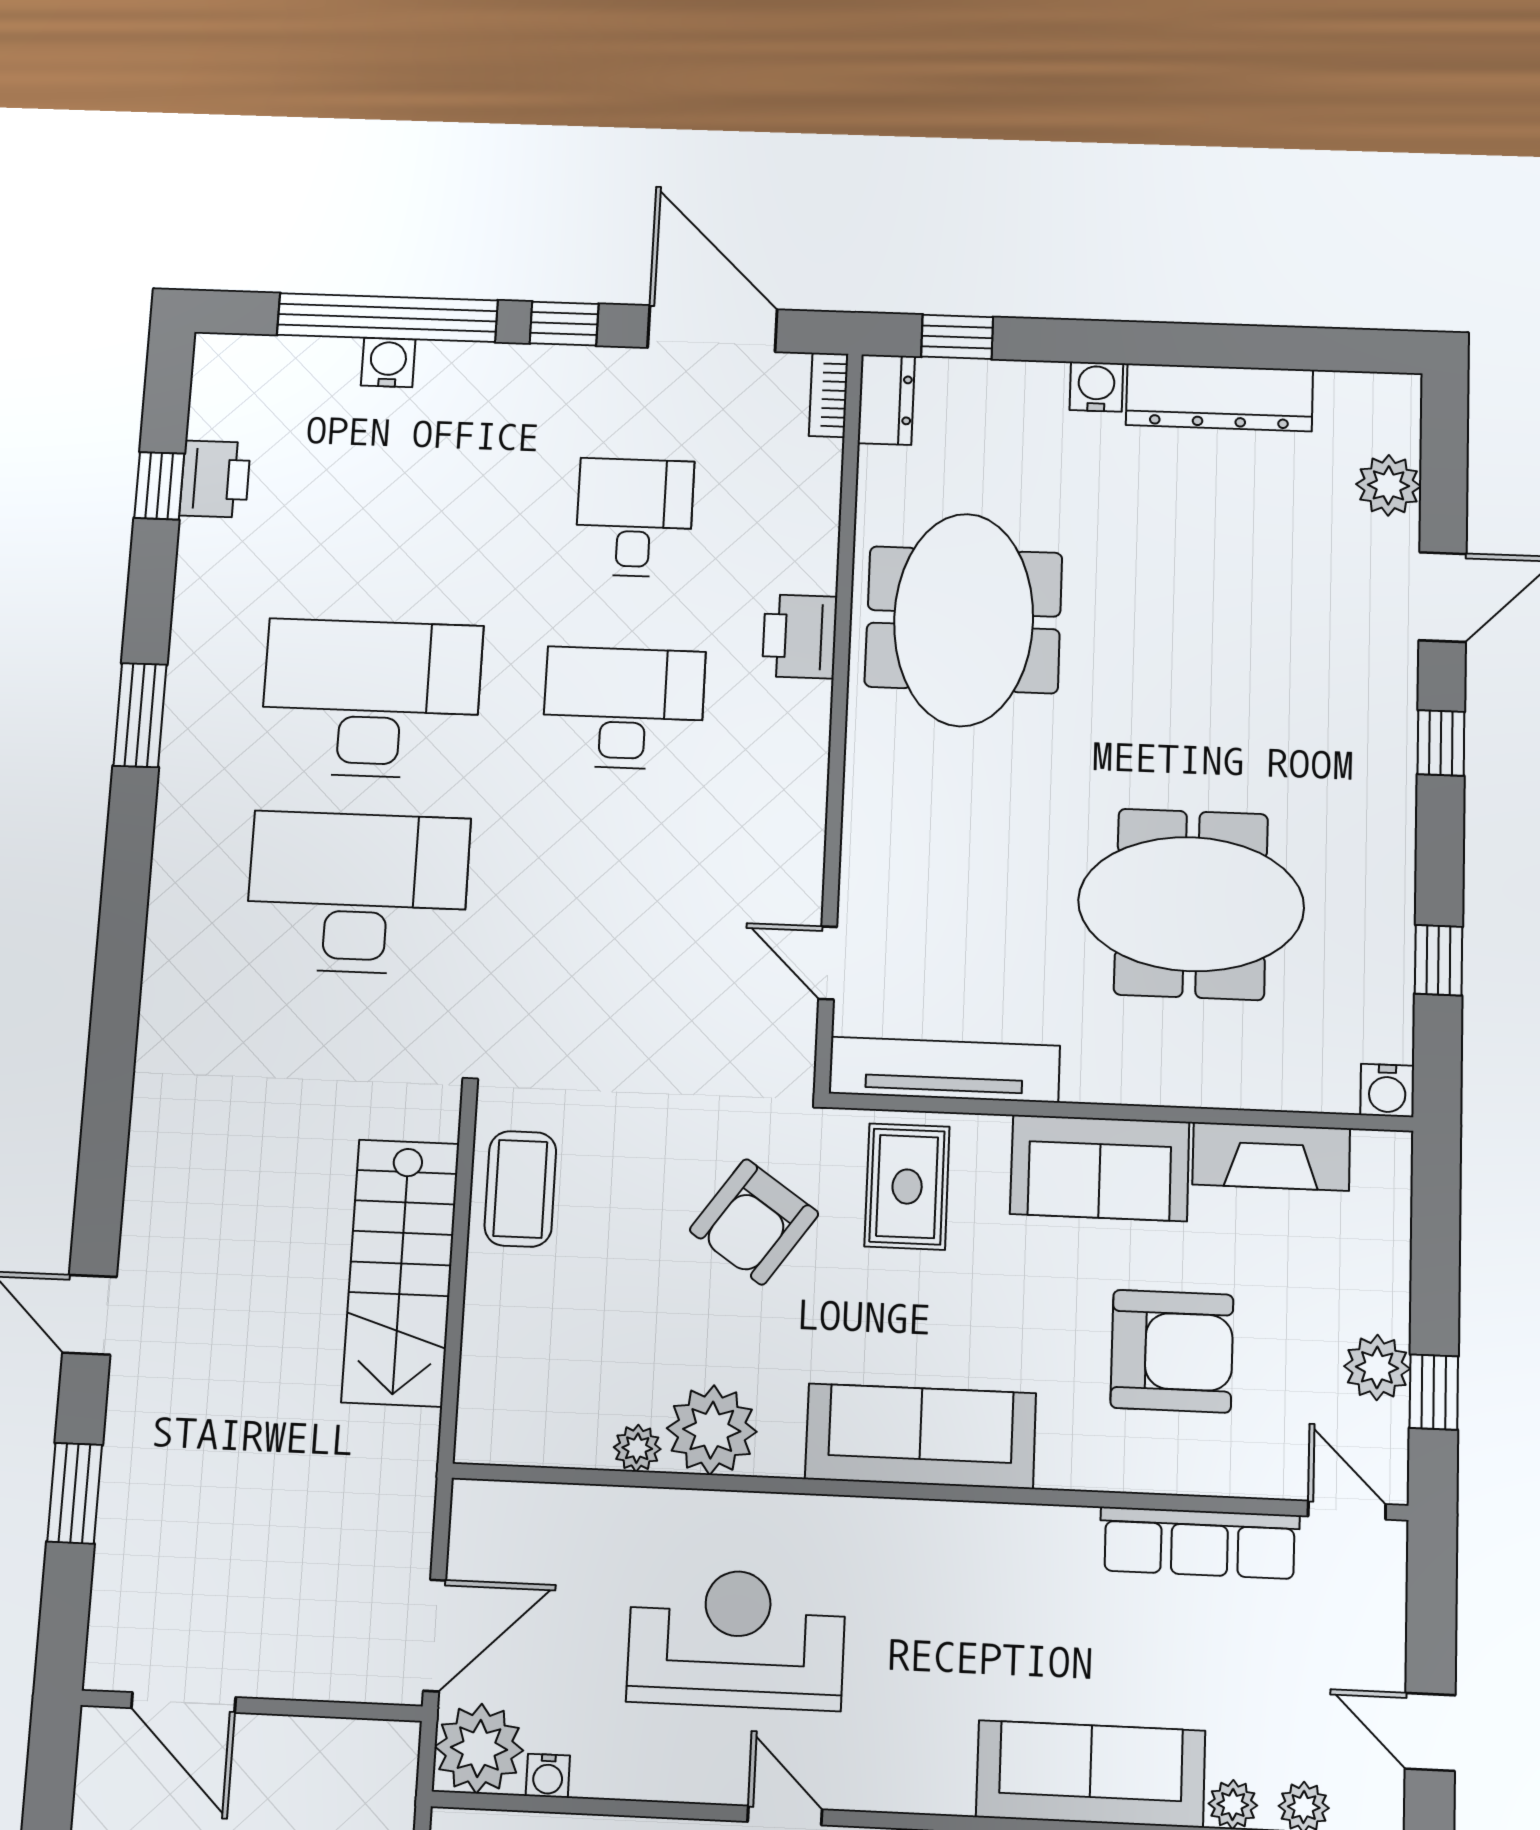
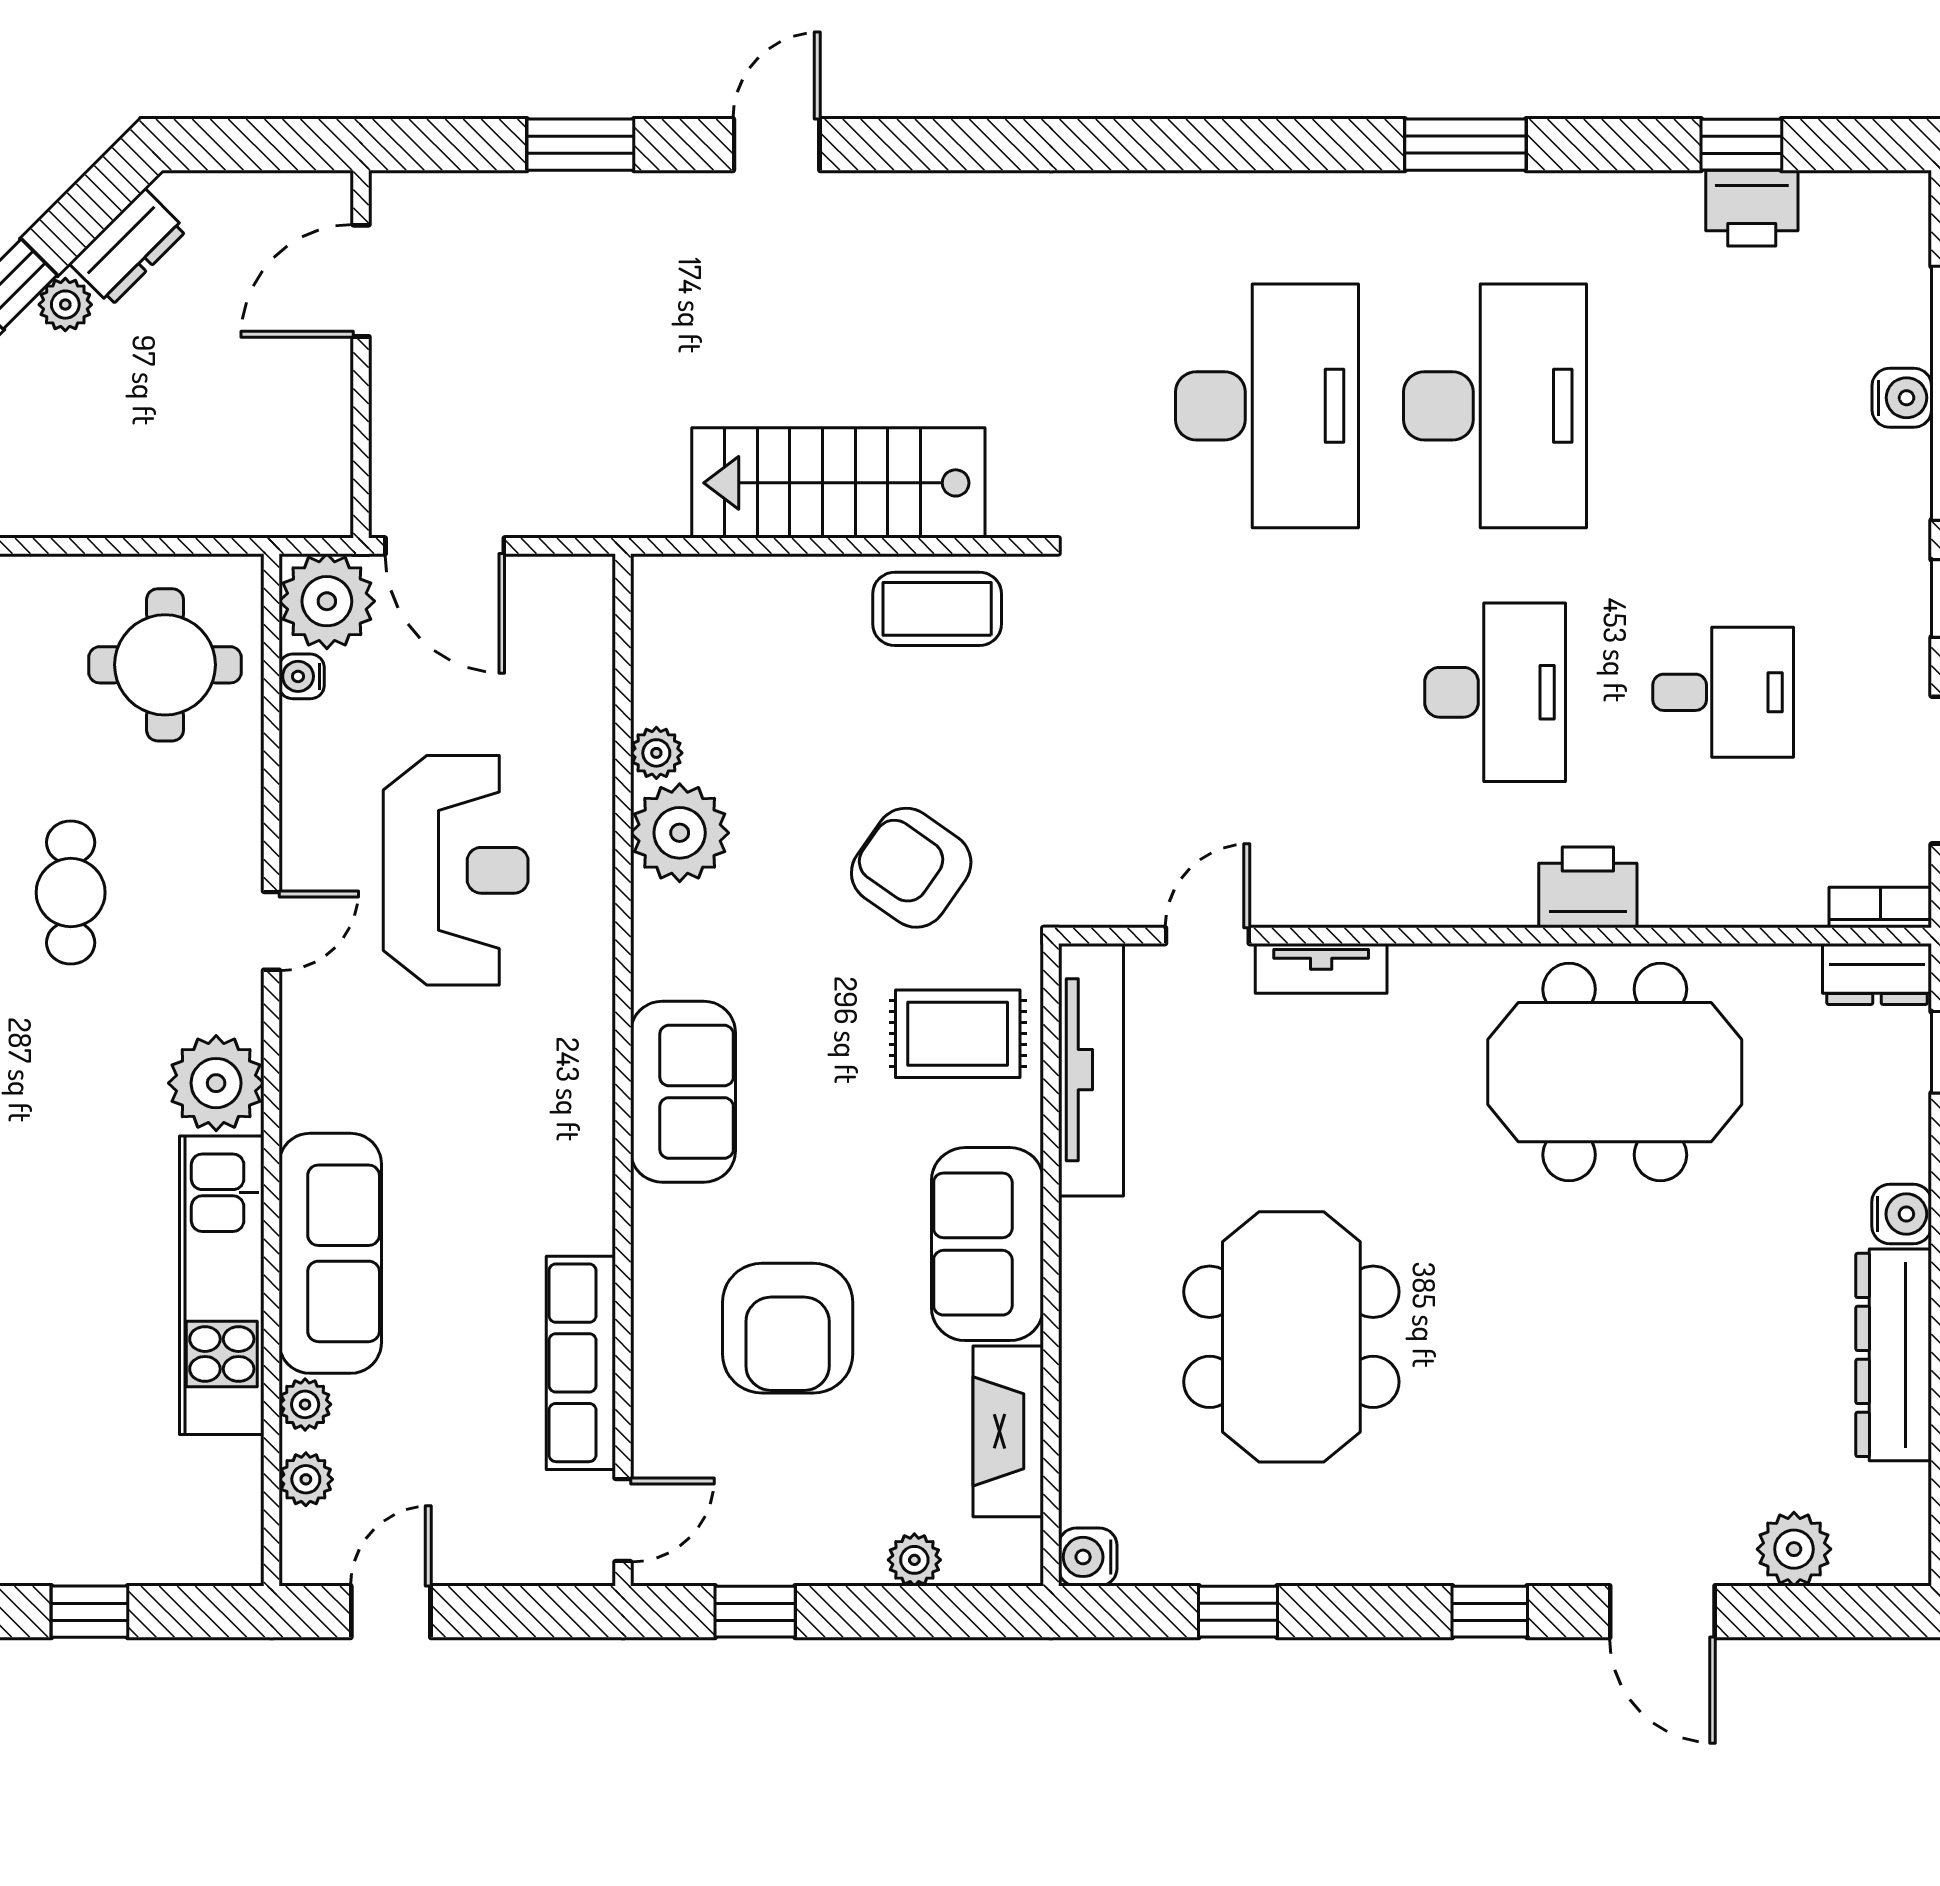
tv unit: (861, 866) -> (1321, 968), added
plant: (1377, 1367) -> (914, 1560), moved, width x0.73, depth x0.73
sofa: (921, 1436) -> (683, 1092), width x0.73

